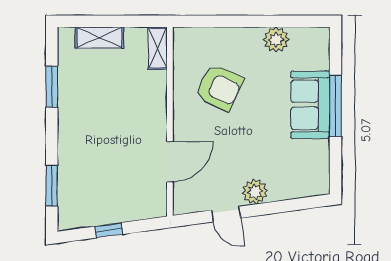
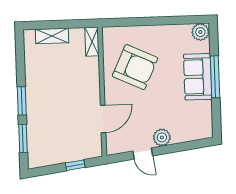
plant: (276, 40) -> (200, 32), moved
window: (52, 87) -> (22, 101), moved
armchair: (219, 87) -> (135, 67), width x1.36, depth x1.36
window: (109, 230) -> (75, 165), moved

